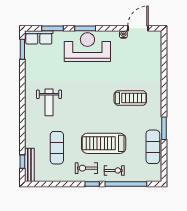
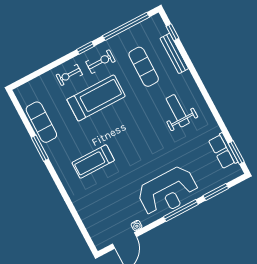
window: (85, 28) -> (181, 210), width x1.44
row of seats: (39, 37) -> (223, 151), moved, turned -90
bench: (29, 165) -> (174, 53), moved
window: (126, 184) -> (126, 26), moved

